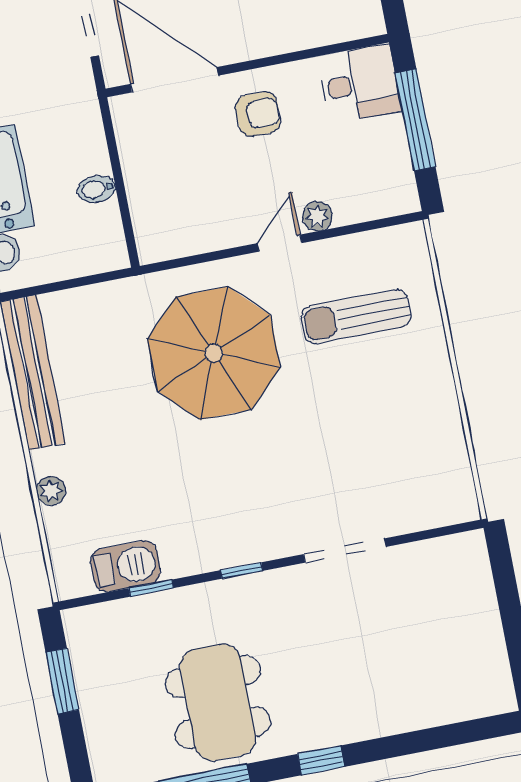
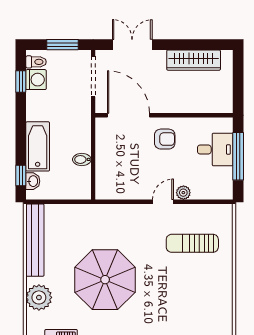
desk: (360, 84) -> (215, 149), moved
parasol: (214, 353) -> (105, 280), moved
plant: (51, 491) -> (39, 297), width x1.88, depth x1.88

